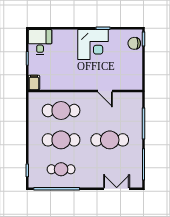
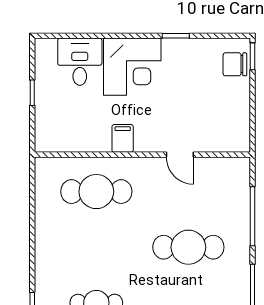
desk: (40, 42) -> (80, 62), moved
corner desk: (93, 45) -> (132, 67), moved
filing cabinet: (34, 82) -> (123, 138), moved
cafe table: (61, 140) -> (96, 247), removed

